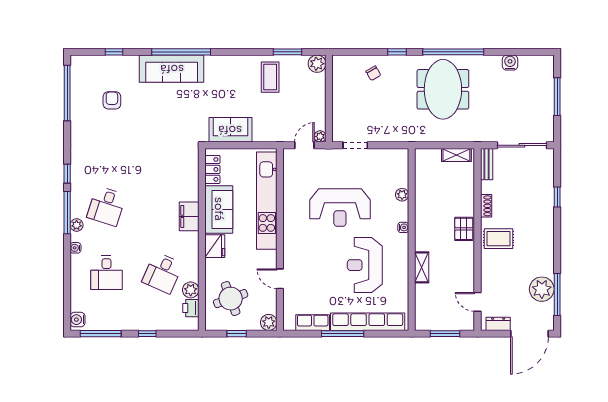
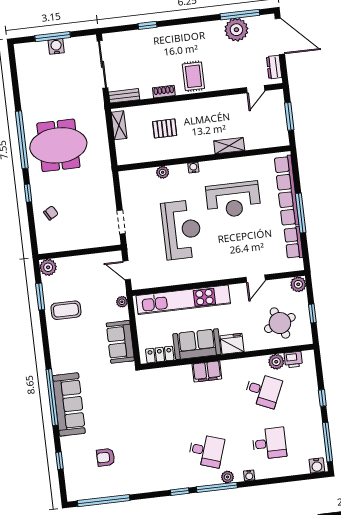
water cooler: (510, 63) -> (56, 46), moved, turned 90
plant: (320, 136) -> (122, 302), moved
pallet: (464, 229) -> (165, 128), moved

